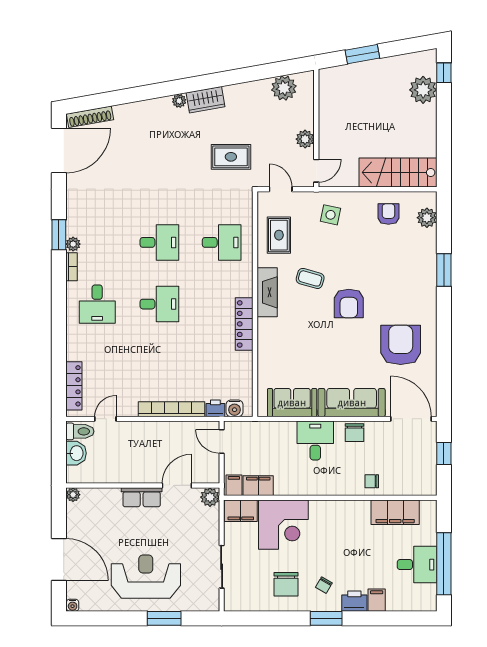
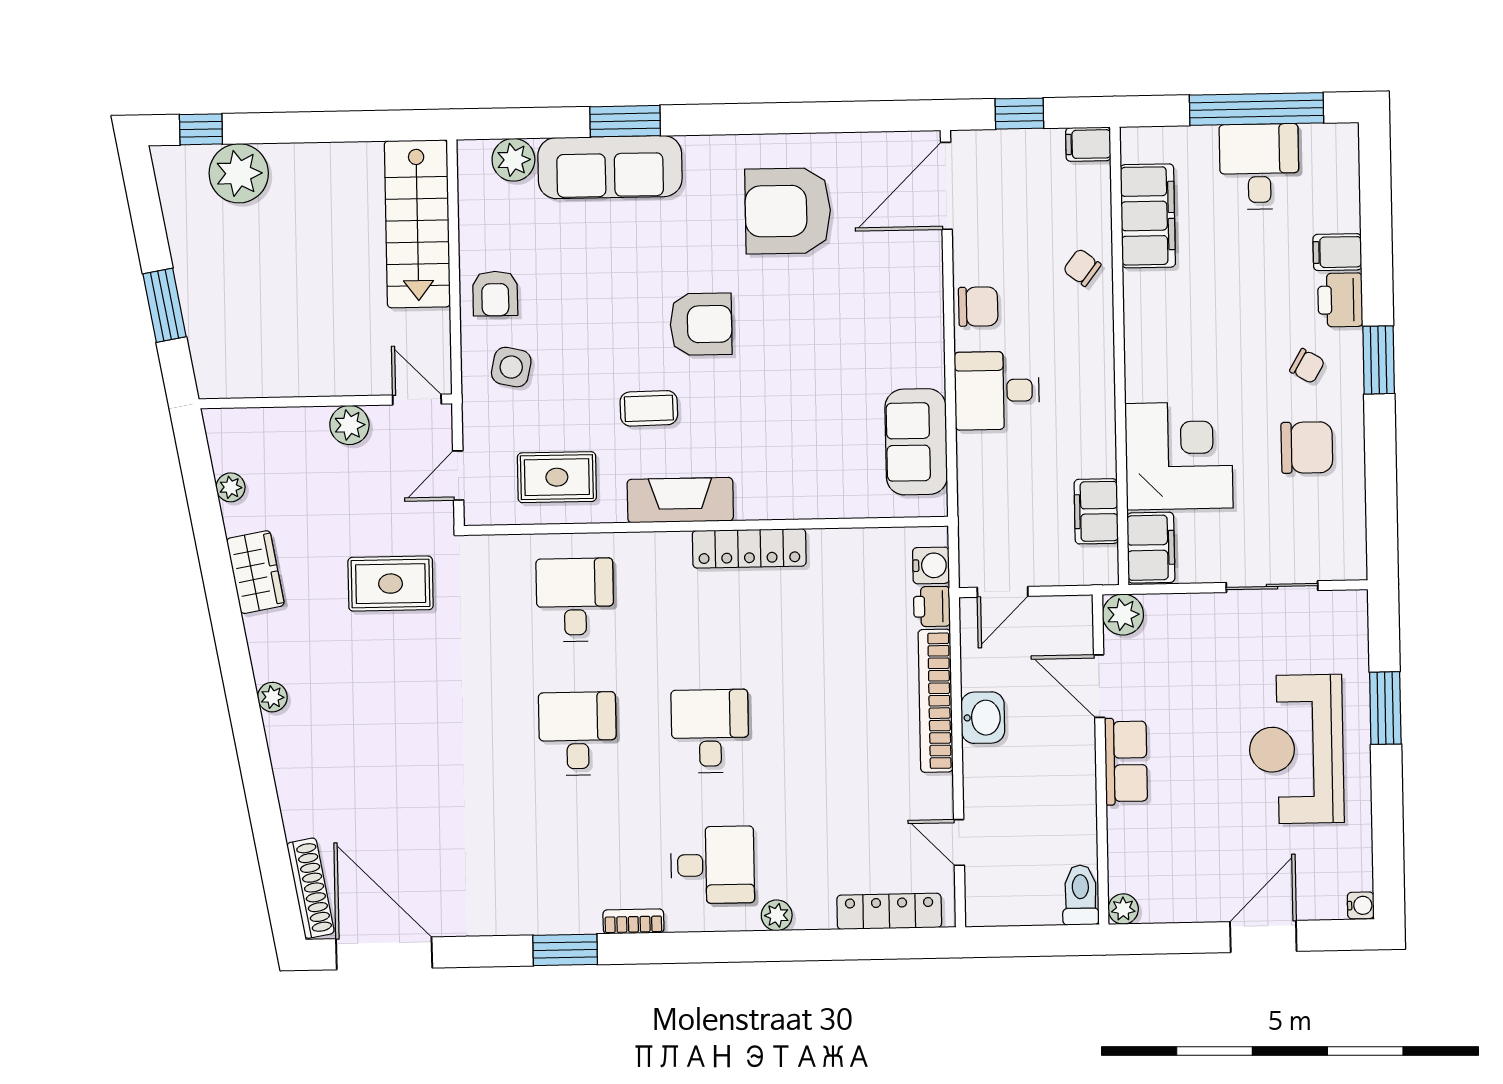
plant: (284, 88) -> (231, 487), width x0.53, depth x0.53
wardrobe: (206, 100) -> (255, 572), moved
rug: (231, 157) -> (391, 584), turned 90
armchair: (388, 214) -> (495, 293), moved, turned -90
plant: (73, 244) -> (777, 915), moved
coffee table: (310, 278) -> (649, 408), turned 73
sofa: (352, 403) -> (610, 167), moved, turned -90
toilet: (80, 431) -> (1081, 895), moved
washbasin: (76, 453) -> (983, 718), moved, turned 90
chair: (372, 481) -> (1082, 267), turned 127
filing cabinet: (234, 485) -> (1088, 144), moved
door: (59, 560) -> (1263, 937), width x0.73

